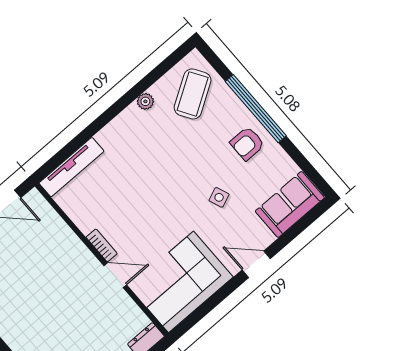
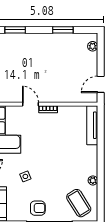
armchair: (247, 144) -> (38, 208), turned 90
door: (115, 275) -> (30, 104), swing flipped

